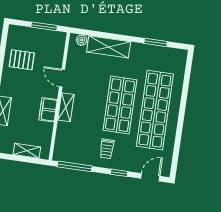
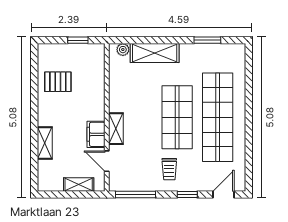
window: (44, 26) -> (78, 40), width x0.67
door: (62, 78) -> (107, 161), moved

